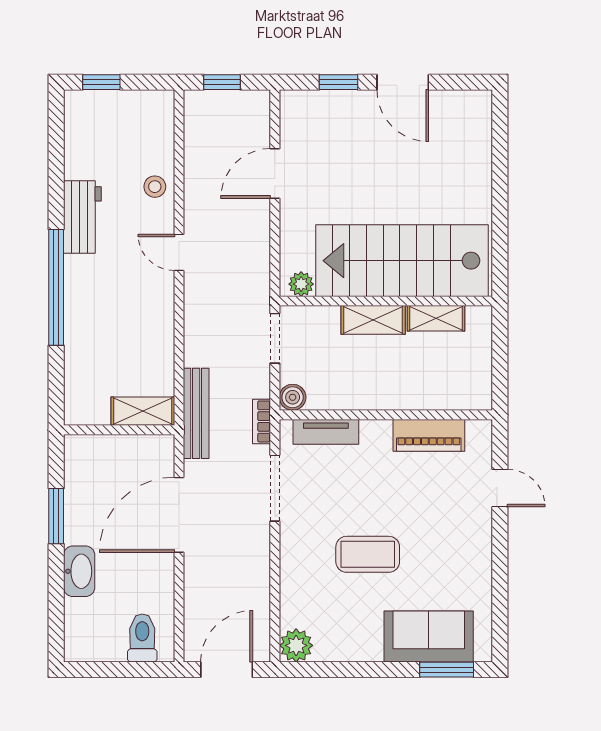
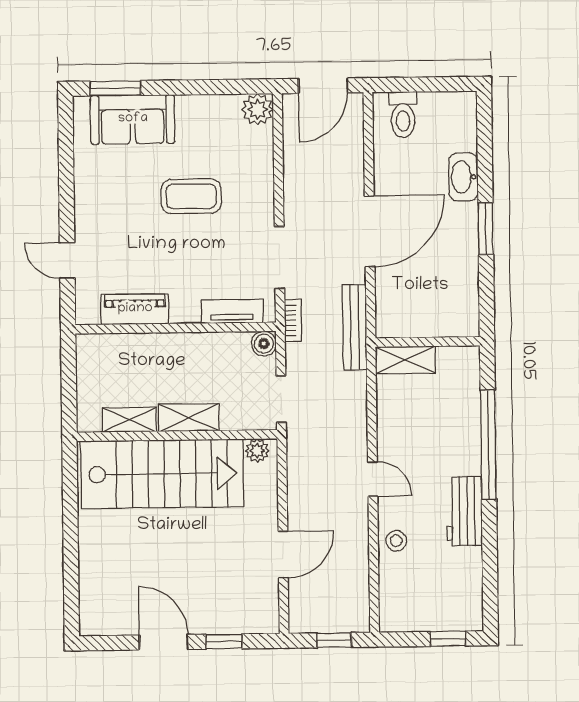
shelving: (143, 411) -> (405, 360), moved
wall: (119, 430) -> (428, 342), moved

